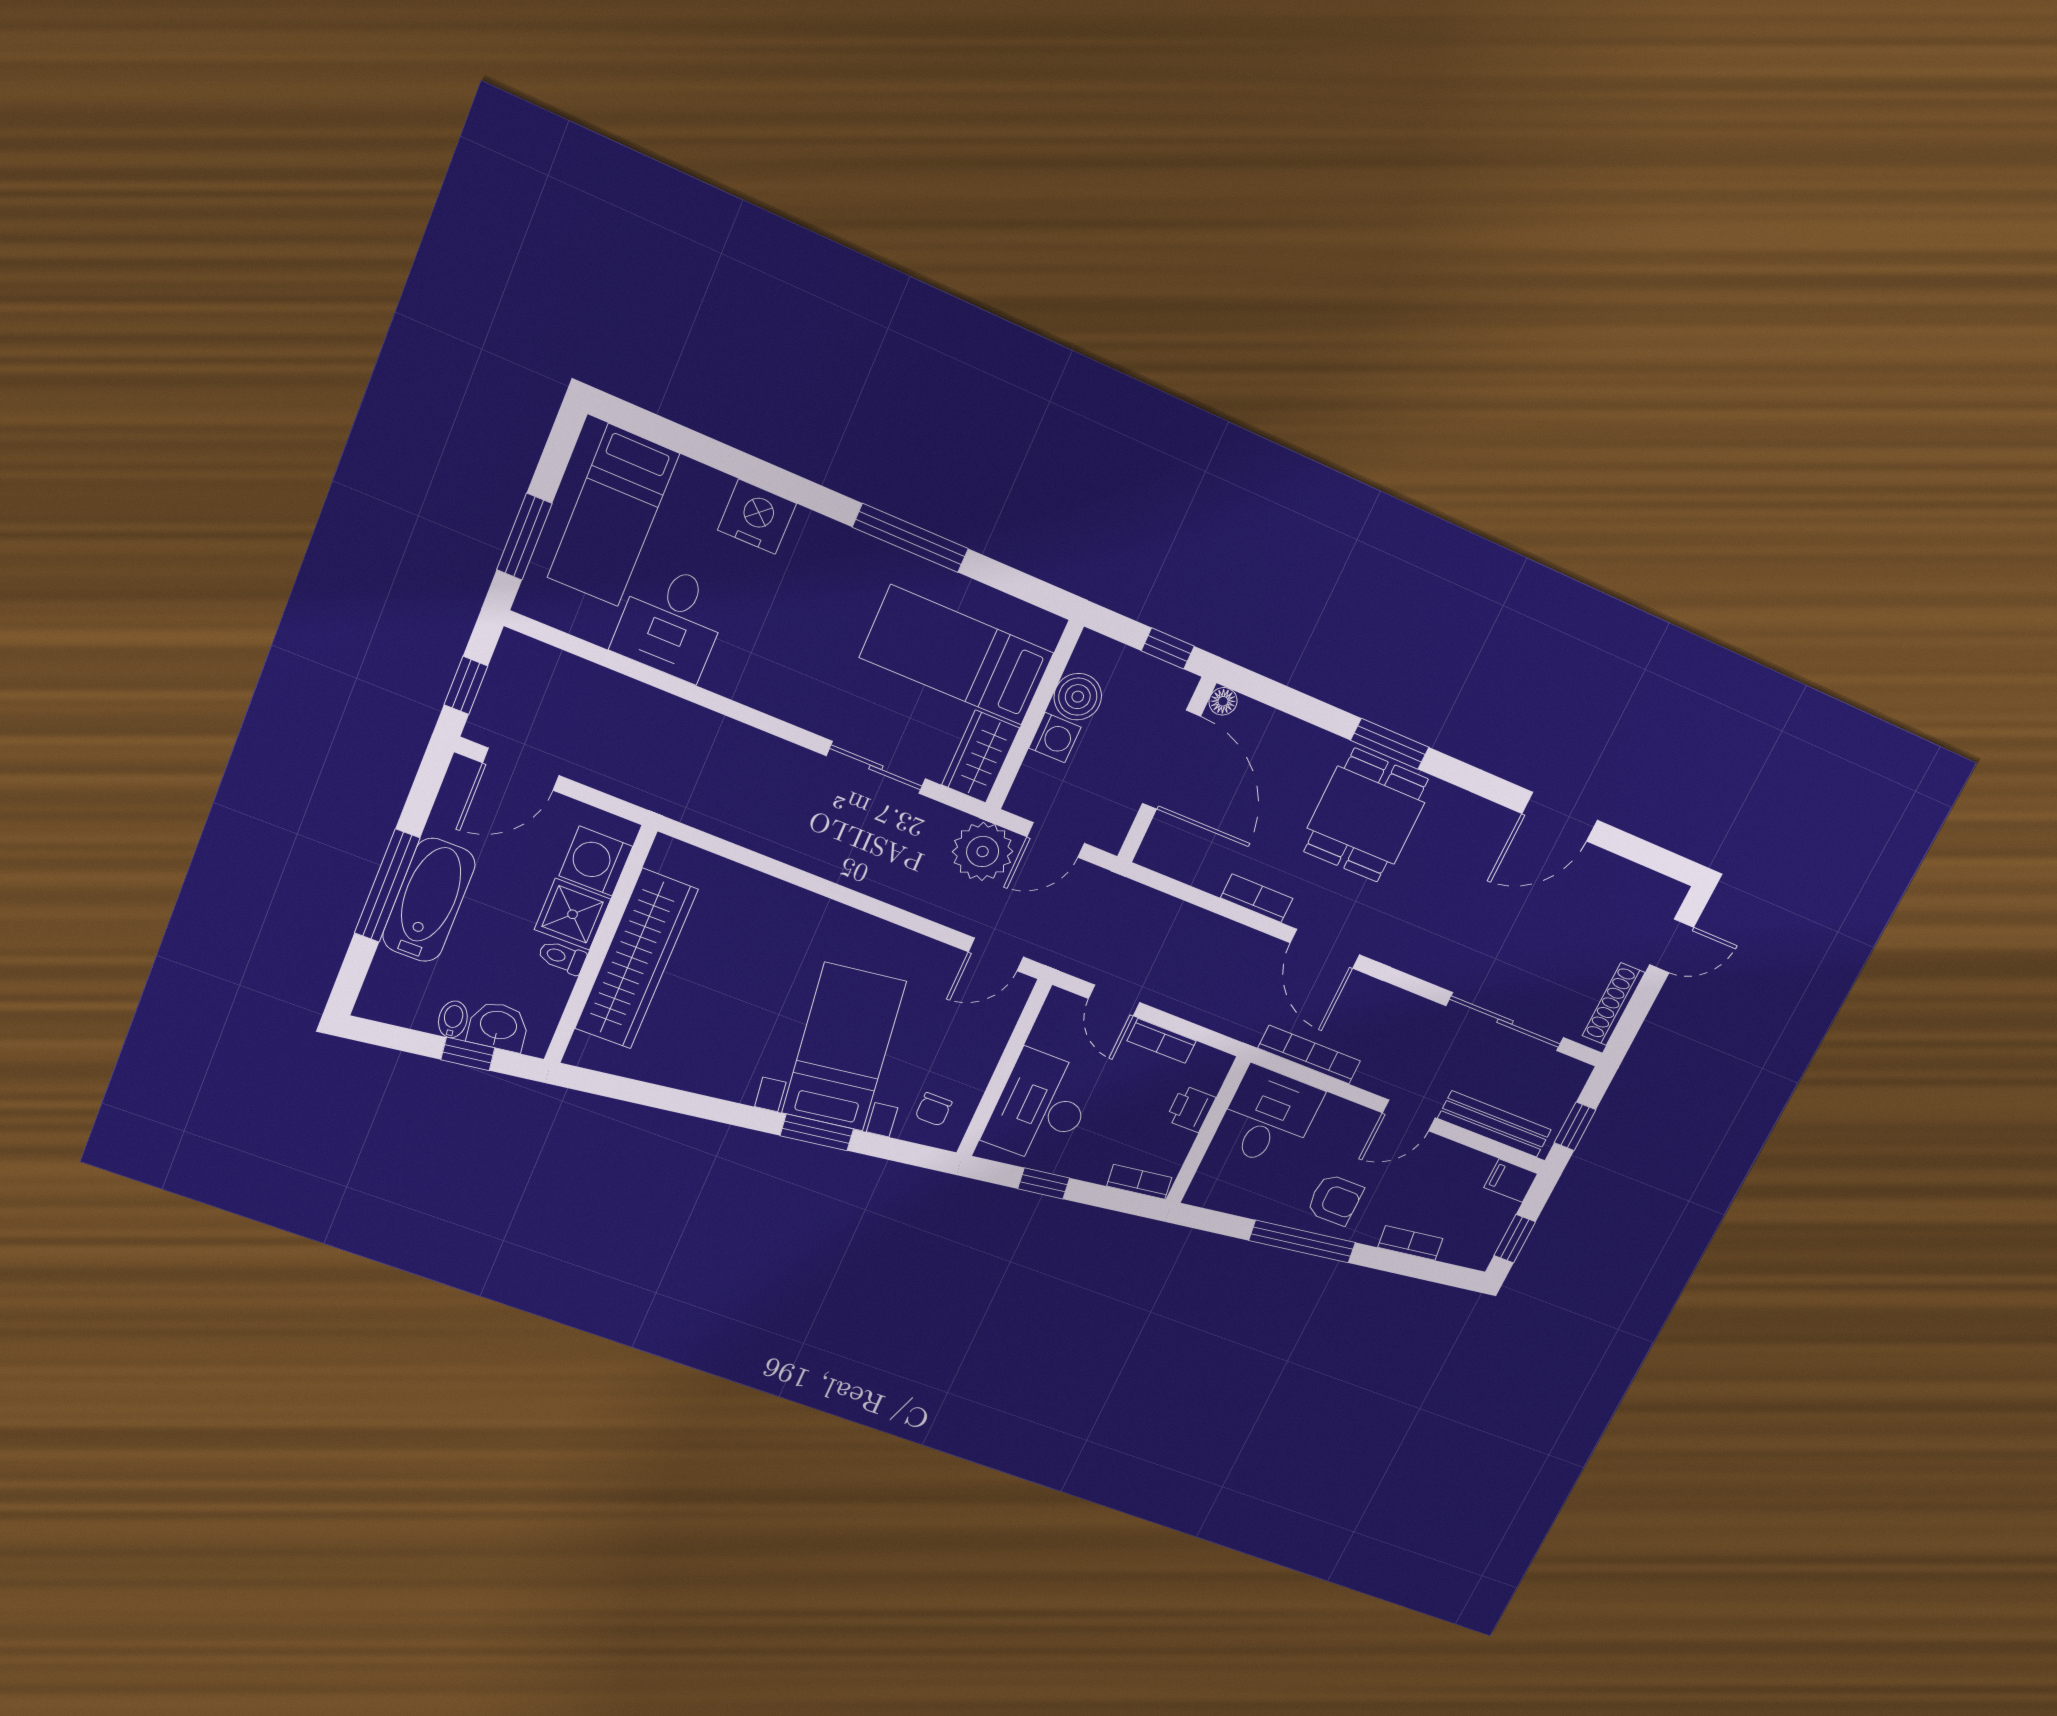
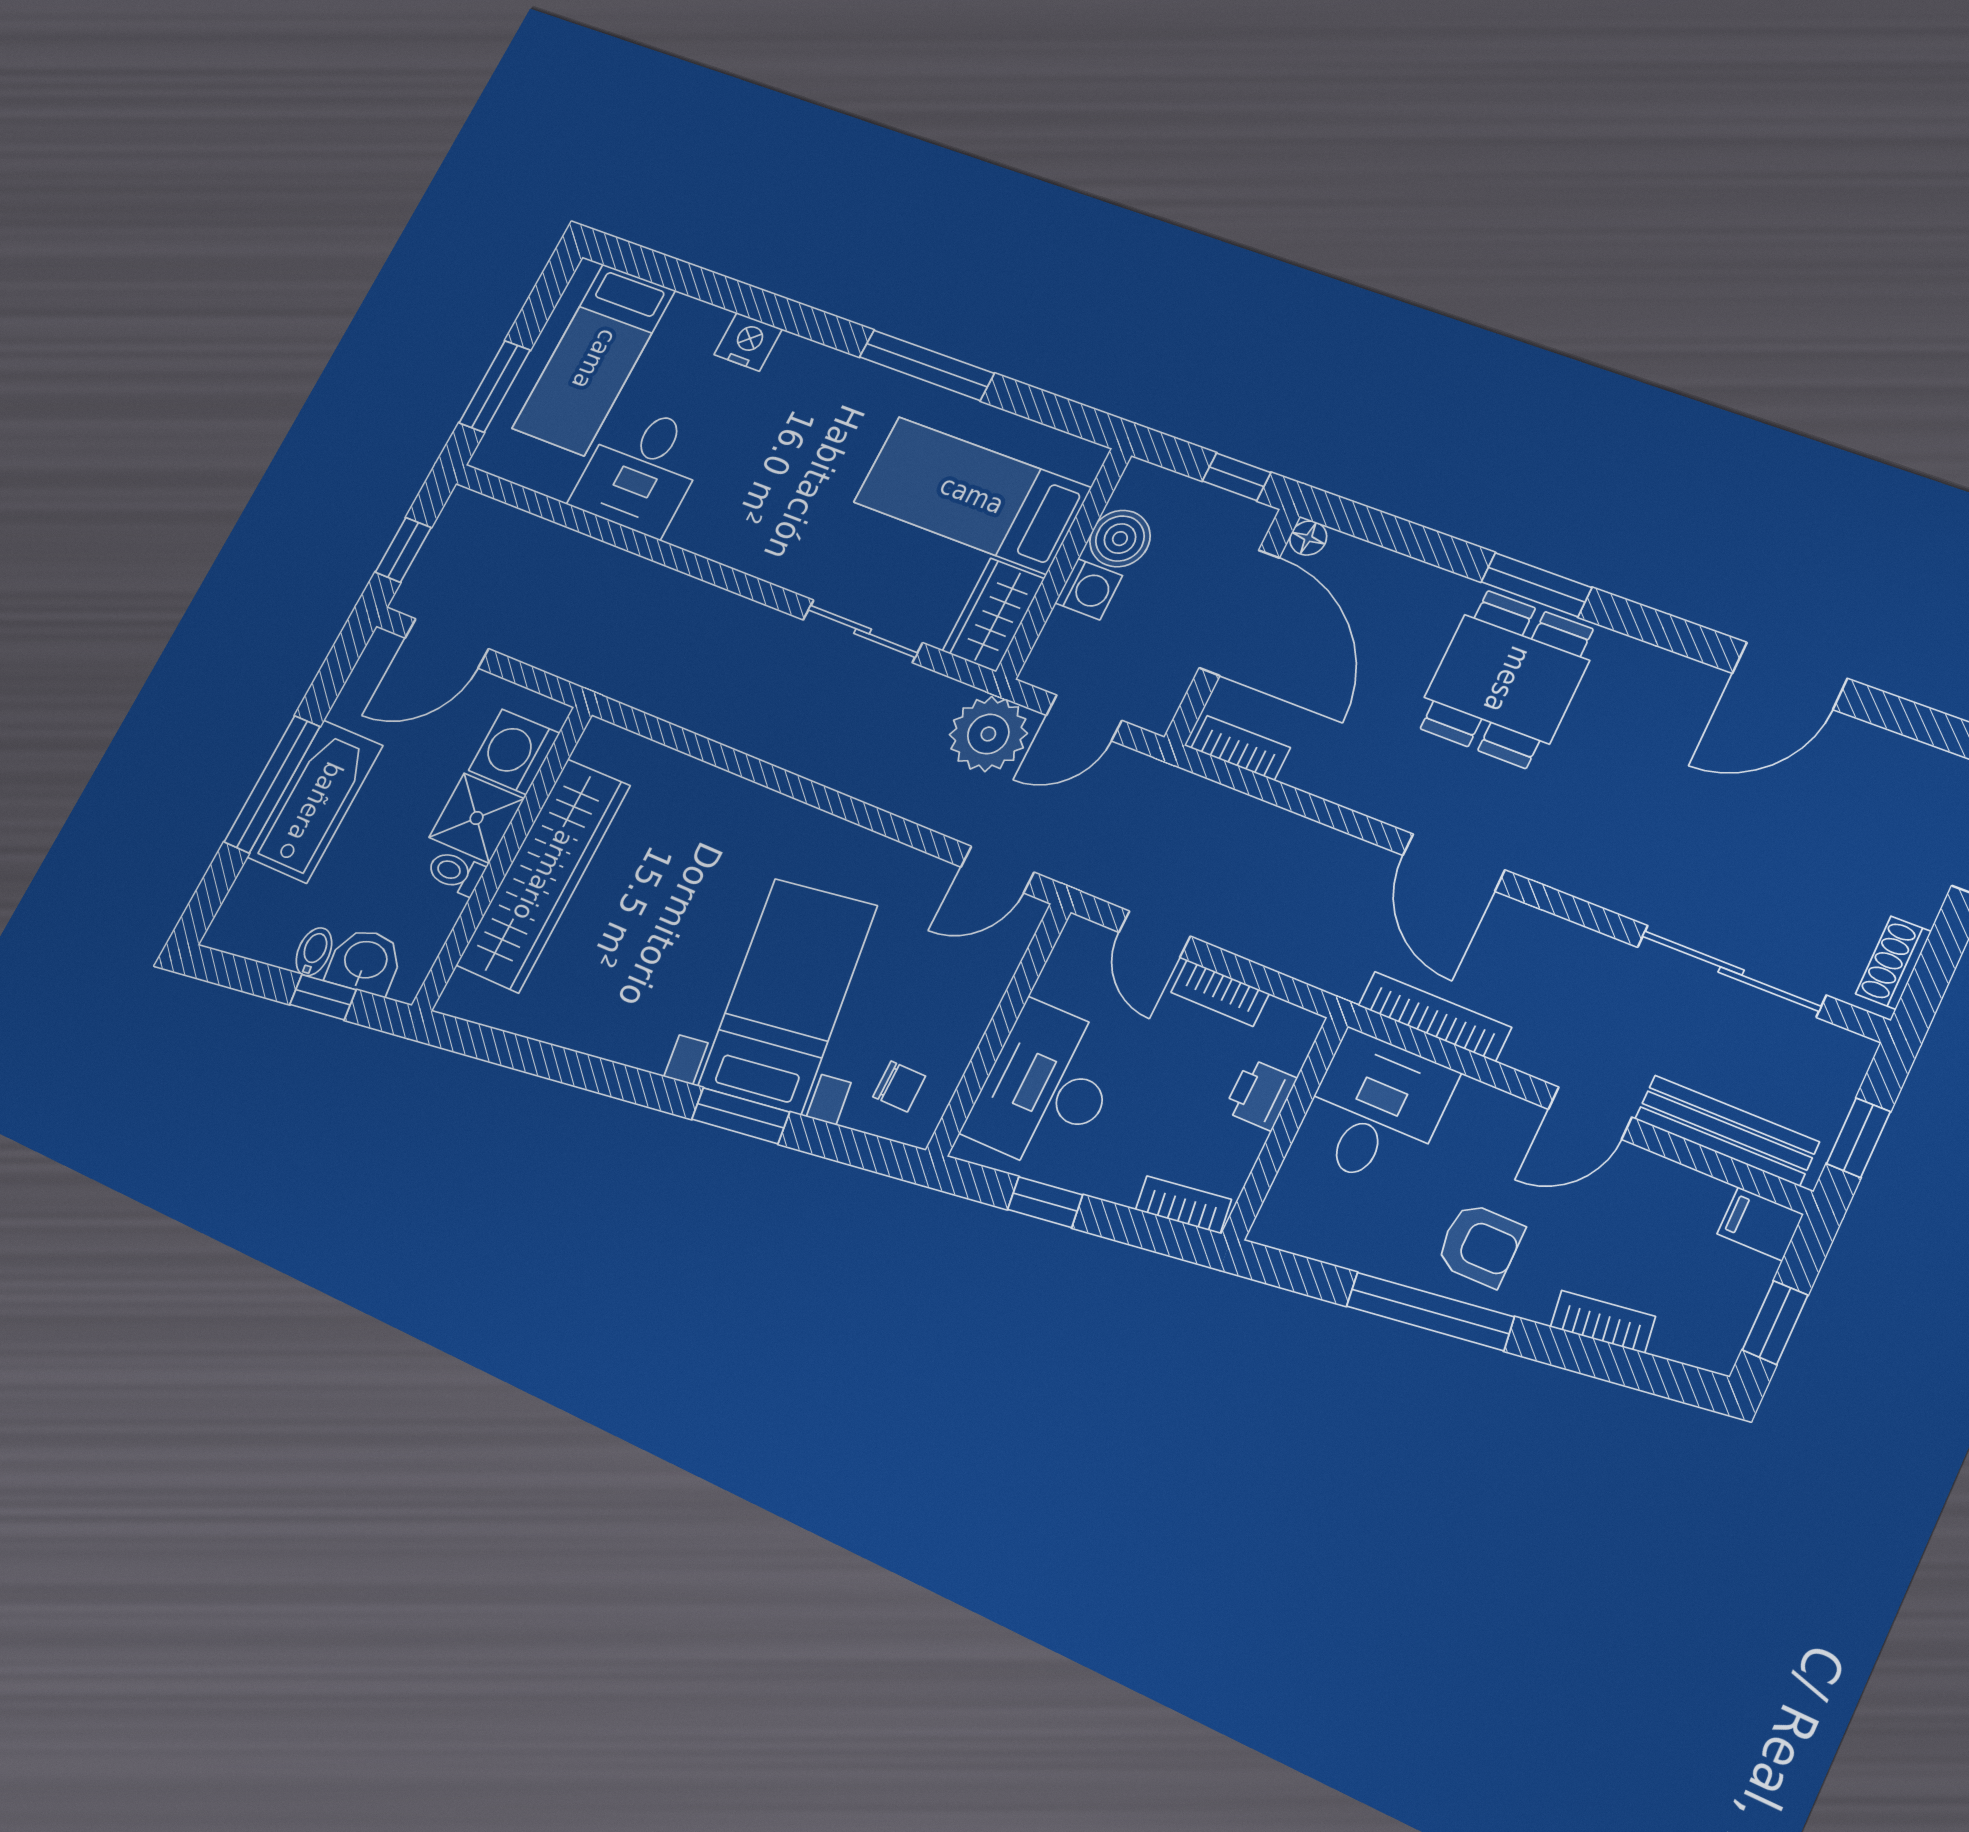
nightstand: (757, 517) -> (748, 342), width x0.74, depth x0.75
bookcase: (1257, 898) -> (1240, 748), moved
shoe rack: (1614, 1004) -> (1893, 963), width x0.70
chair: (934, 1109) -> (899, 1086), turned -90

